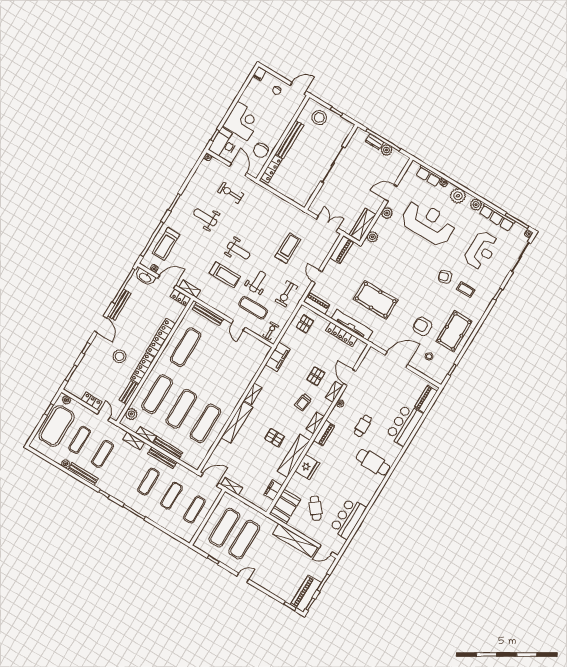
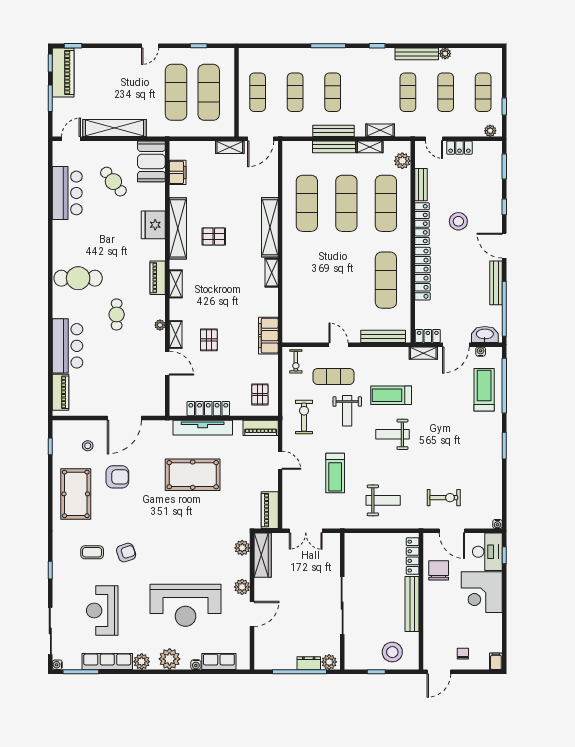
plant: (386, 150) -> (329, 662), moved
weight bench: (205, 217) -> (383, 500), moved
trolley: (303, 402) -> (205, 299), removed
exercise mat: (57, 426) -> (483, 92), width x0.50, depth x0.69

